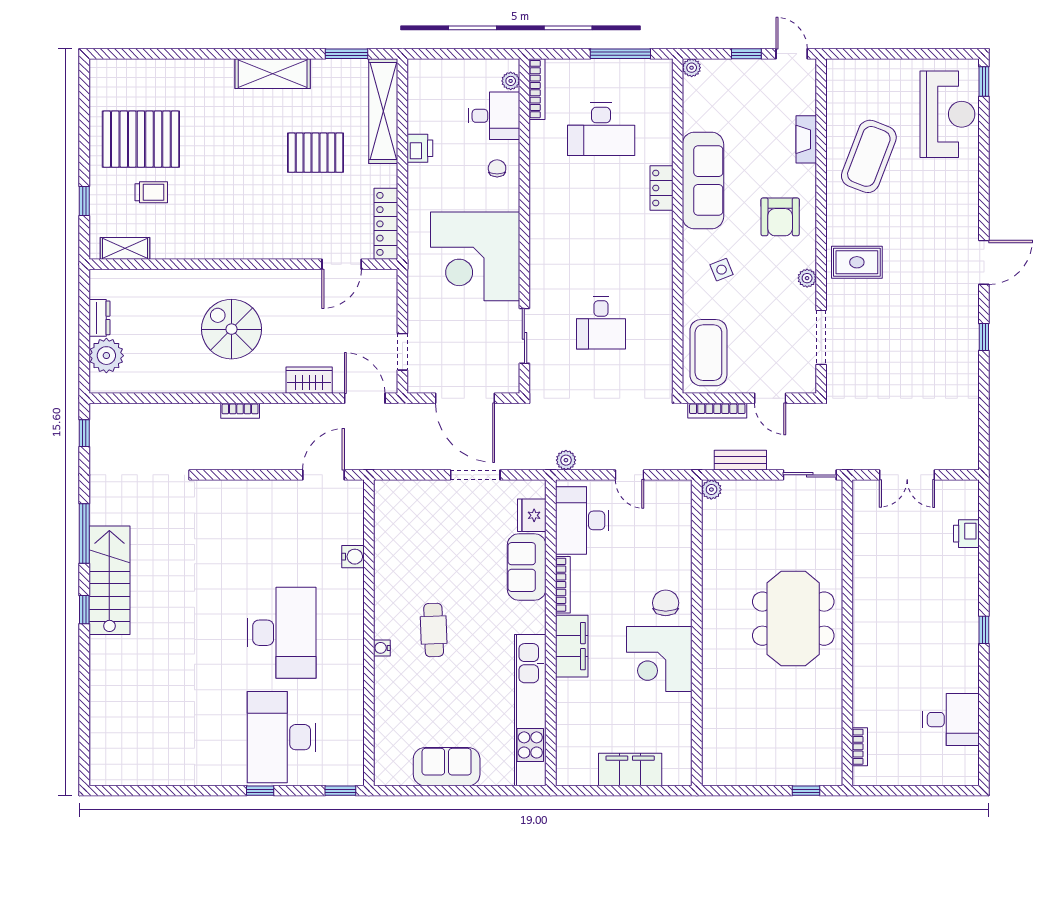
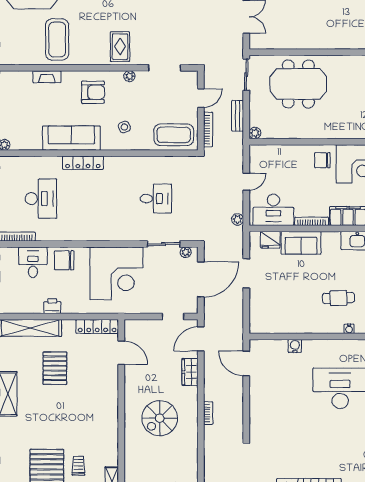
plant: (511, 81) -> (186, 252), moved
coffee table: (869, 156) -> (57, 39), turned 69
chair: (497, 168) -> (64, 260), width x1.87, depth x1.87
locker: (661, 188) -> (83, 163), width x1.53
meeting table: (793, 619) -> (298, 84), moved

